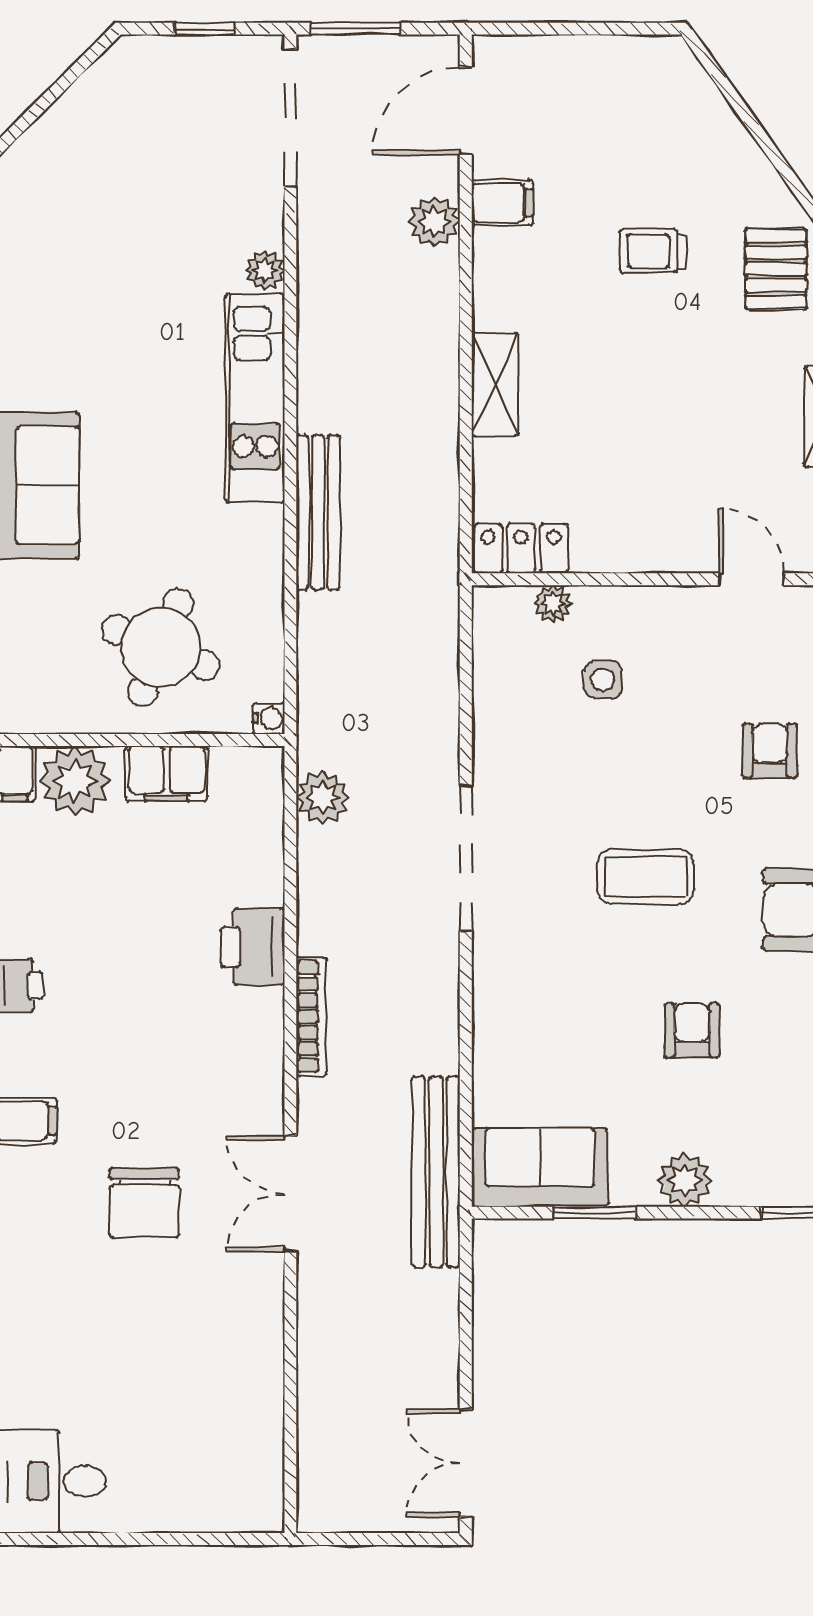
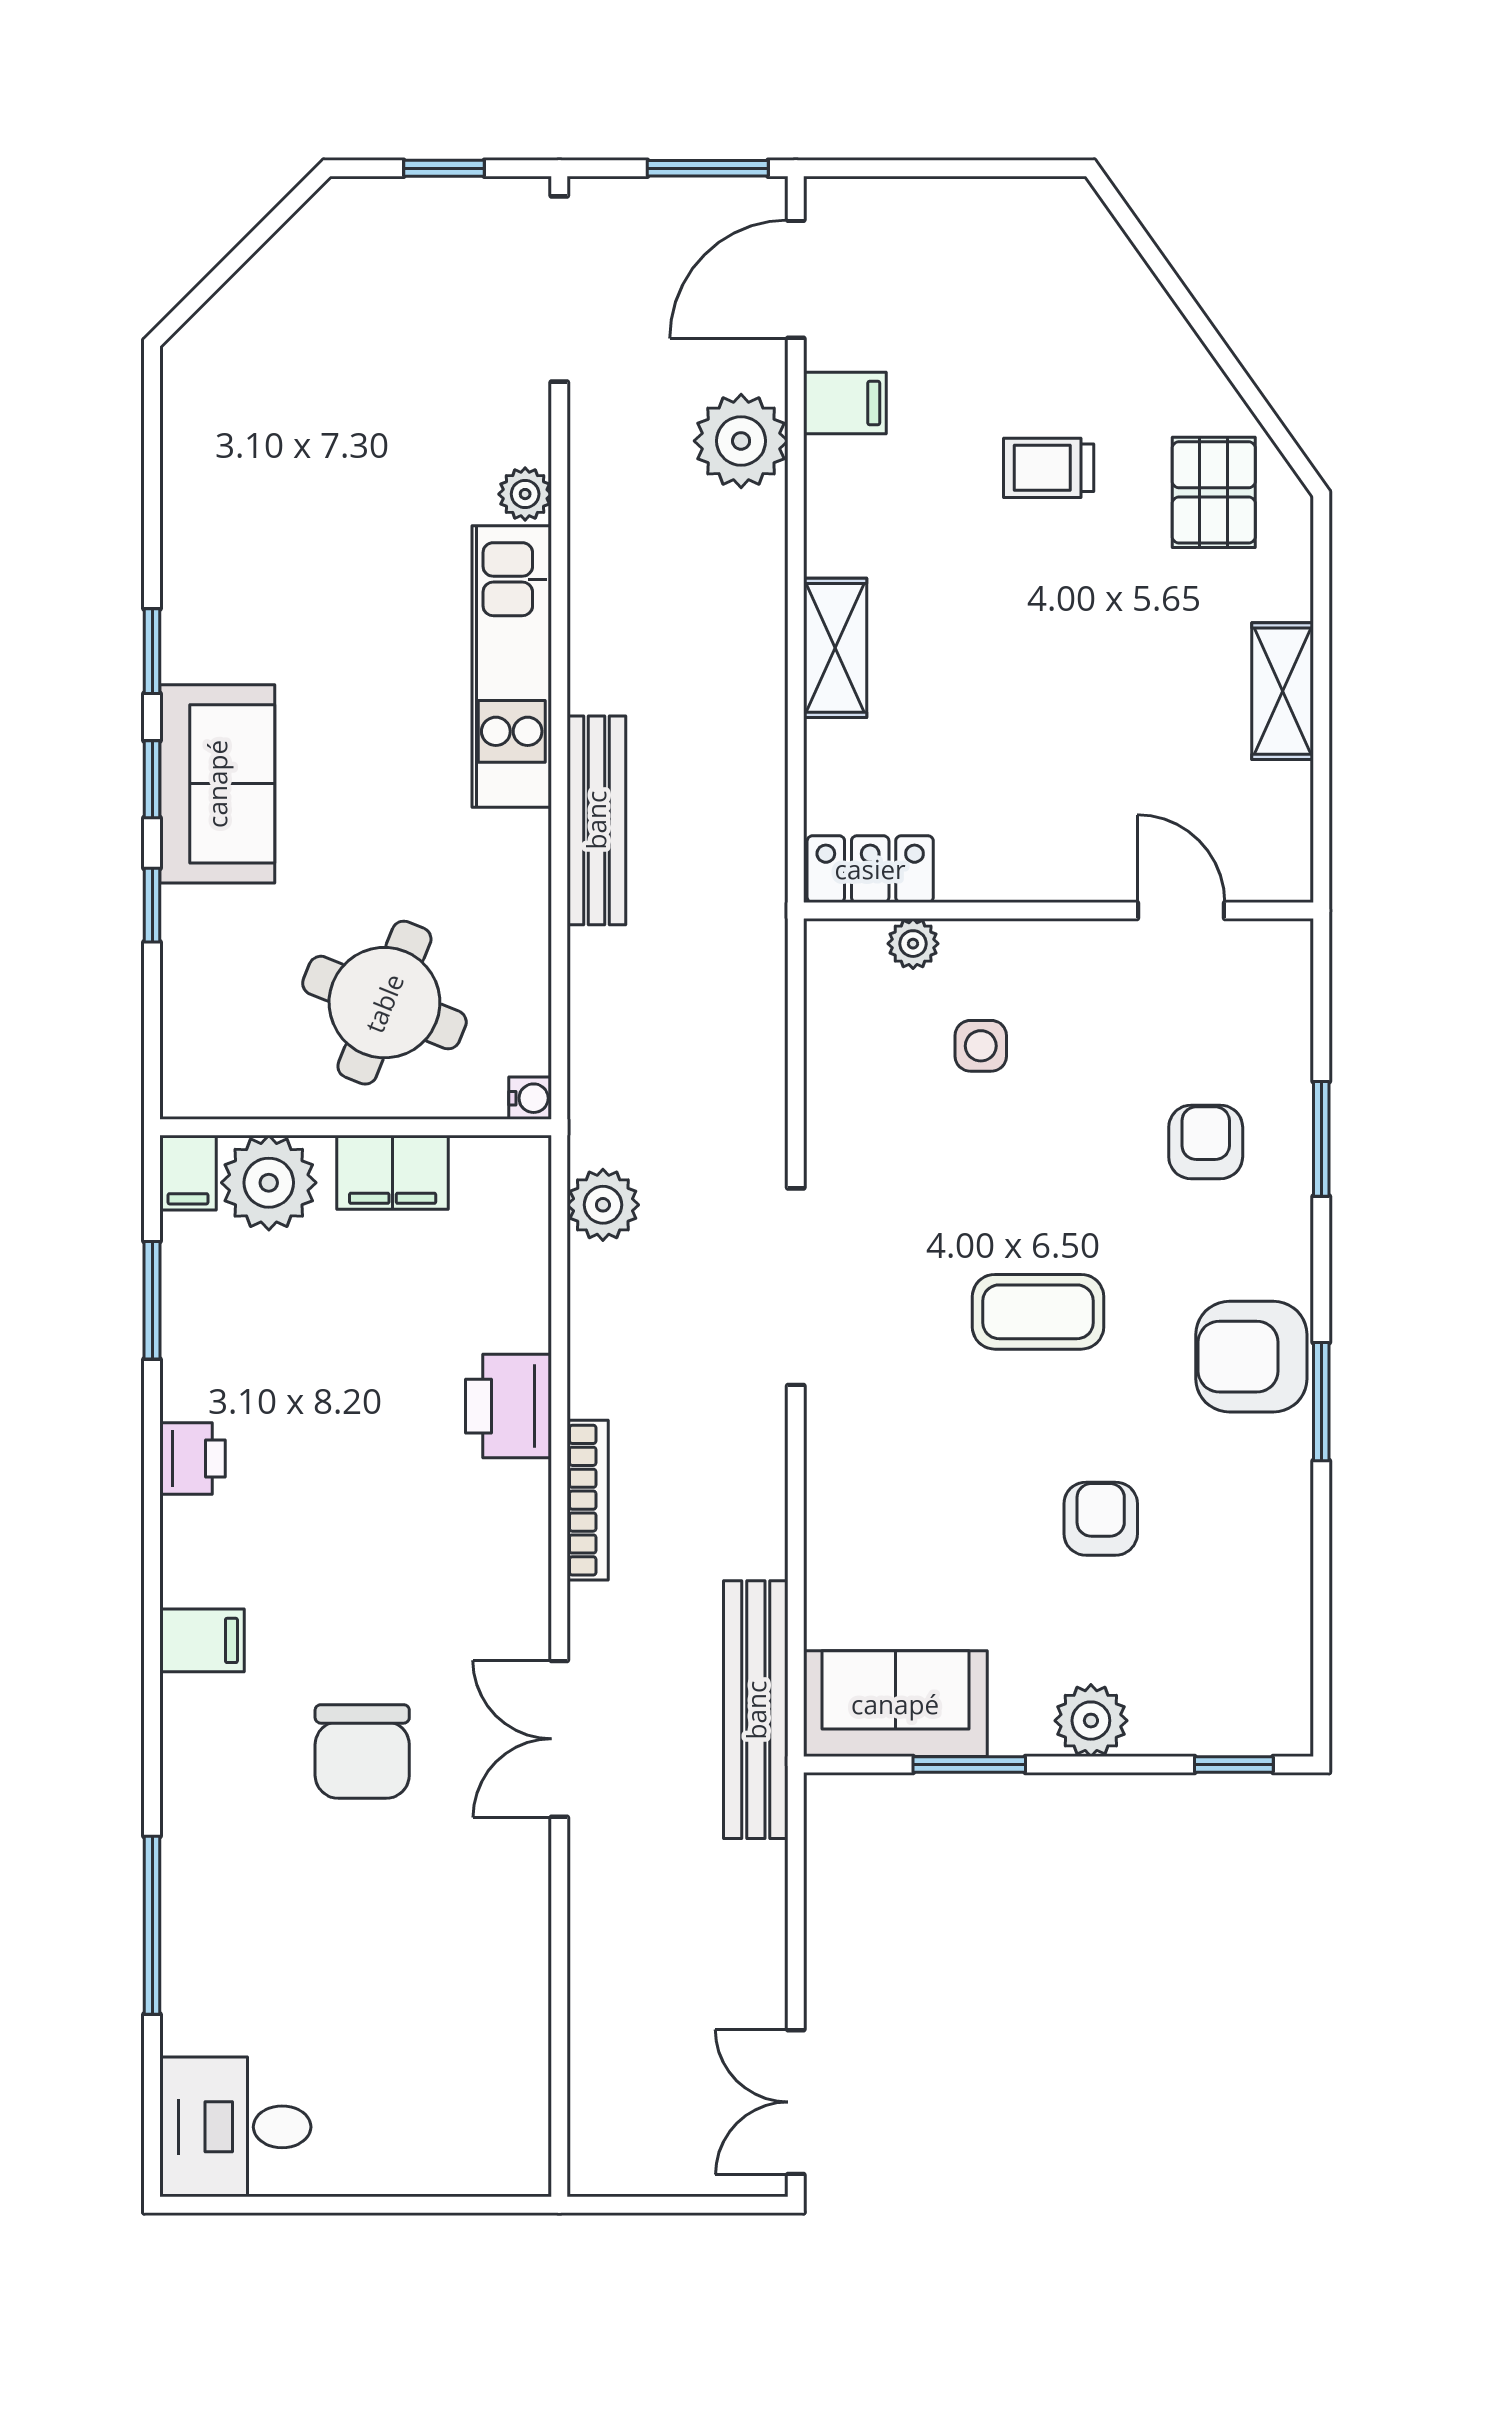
window: (355, 29) -> (708, 168), moved
plant: (434, 222) -> (741, 441), width x1.36, depth x1.36

